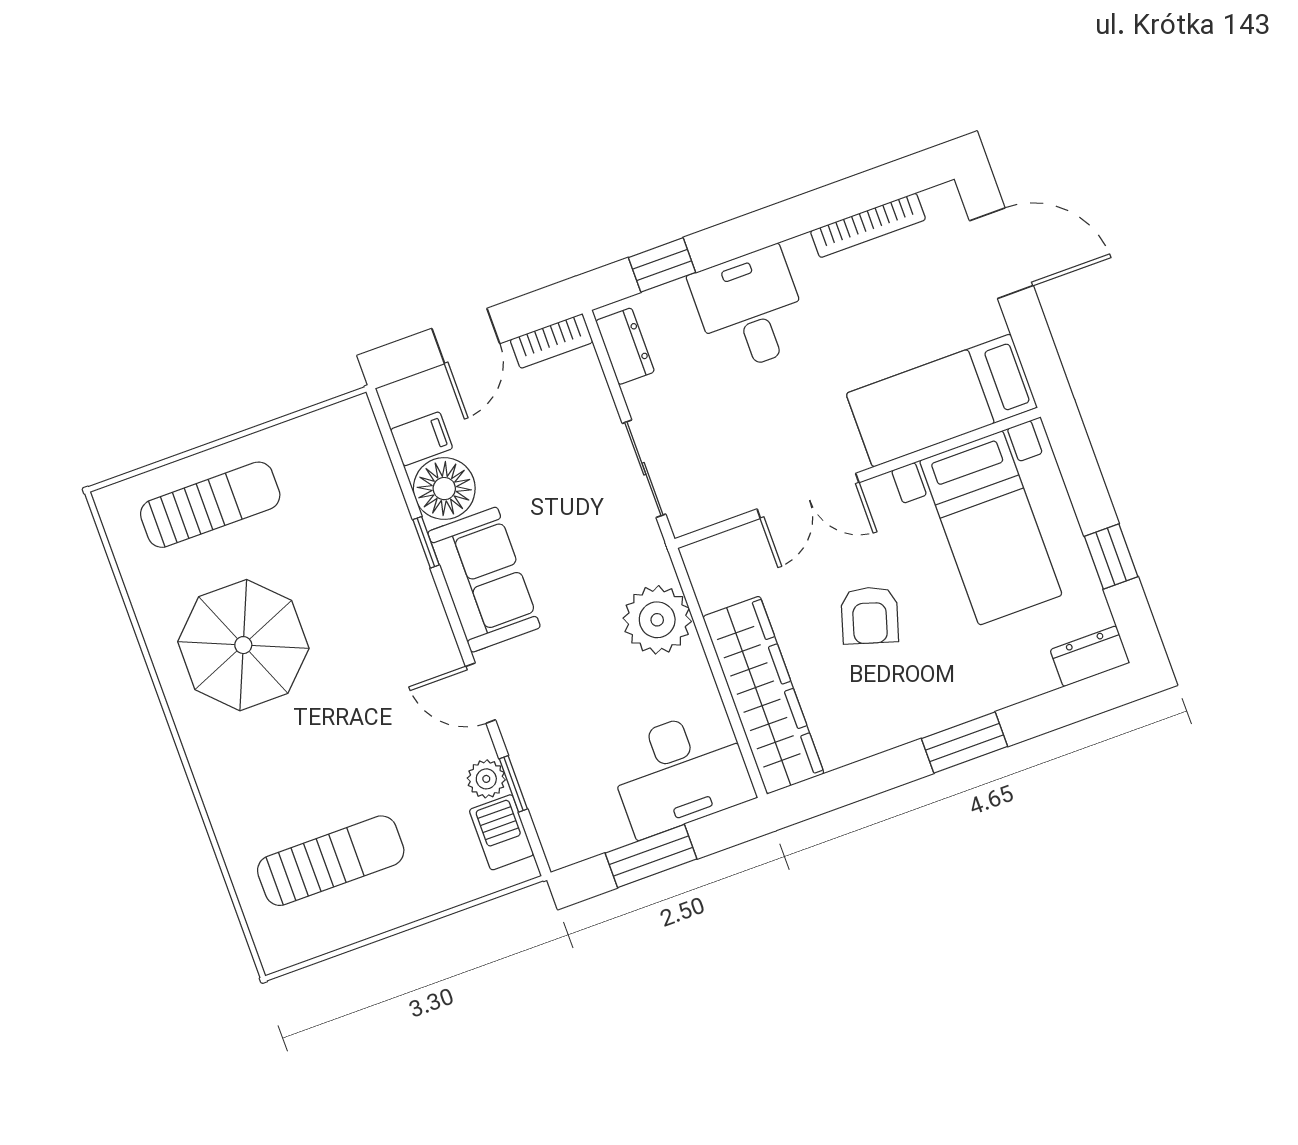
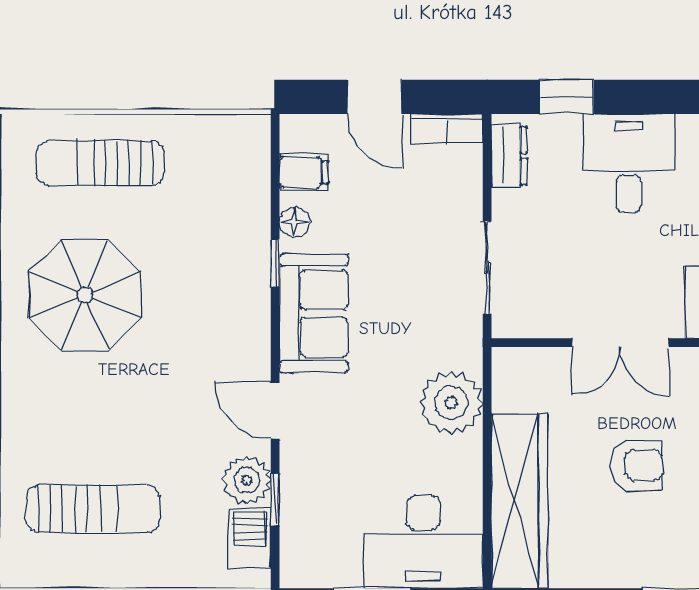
door: (466, 336) -> (374, 97), hinge flipped
floor lamp: (444, 489) -> (295, 222), width x0.53, depth x0.53
sun lounger: (210, 505) -> (100, 163), turned 180
armchair: (870, 615) -> (637, 465), turned -107
plant: (486, 779) -> (247, 480), width x1.38, depth x1.38

